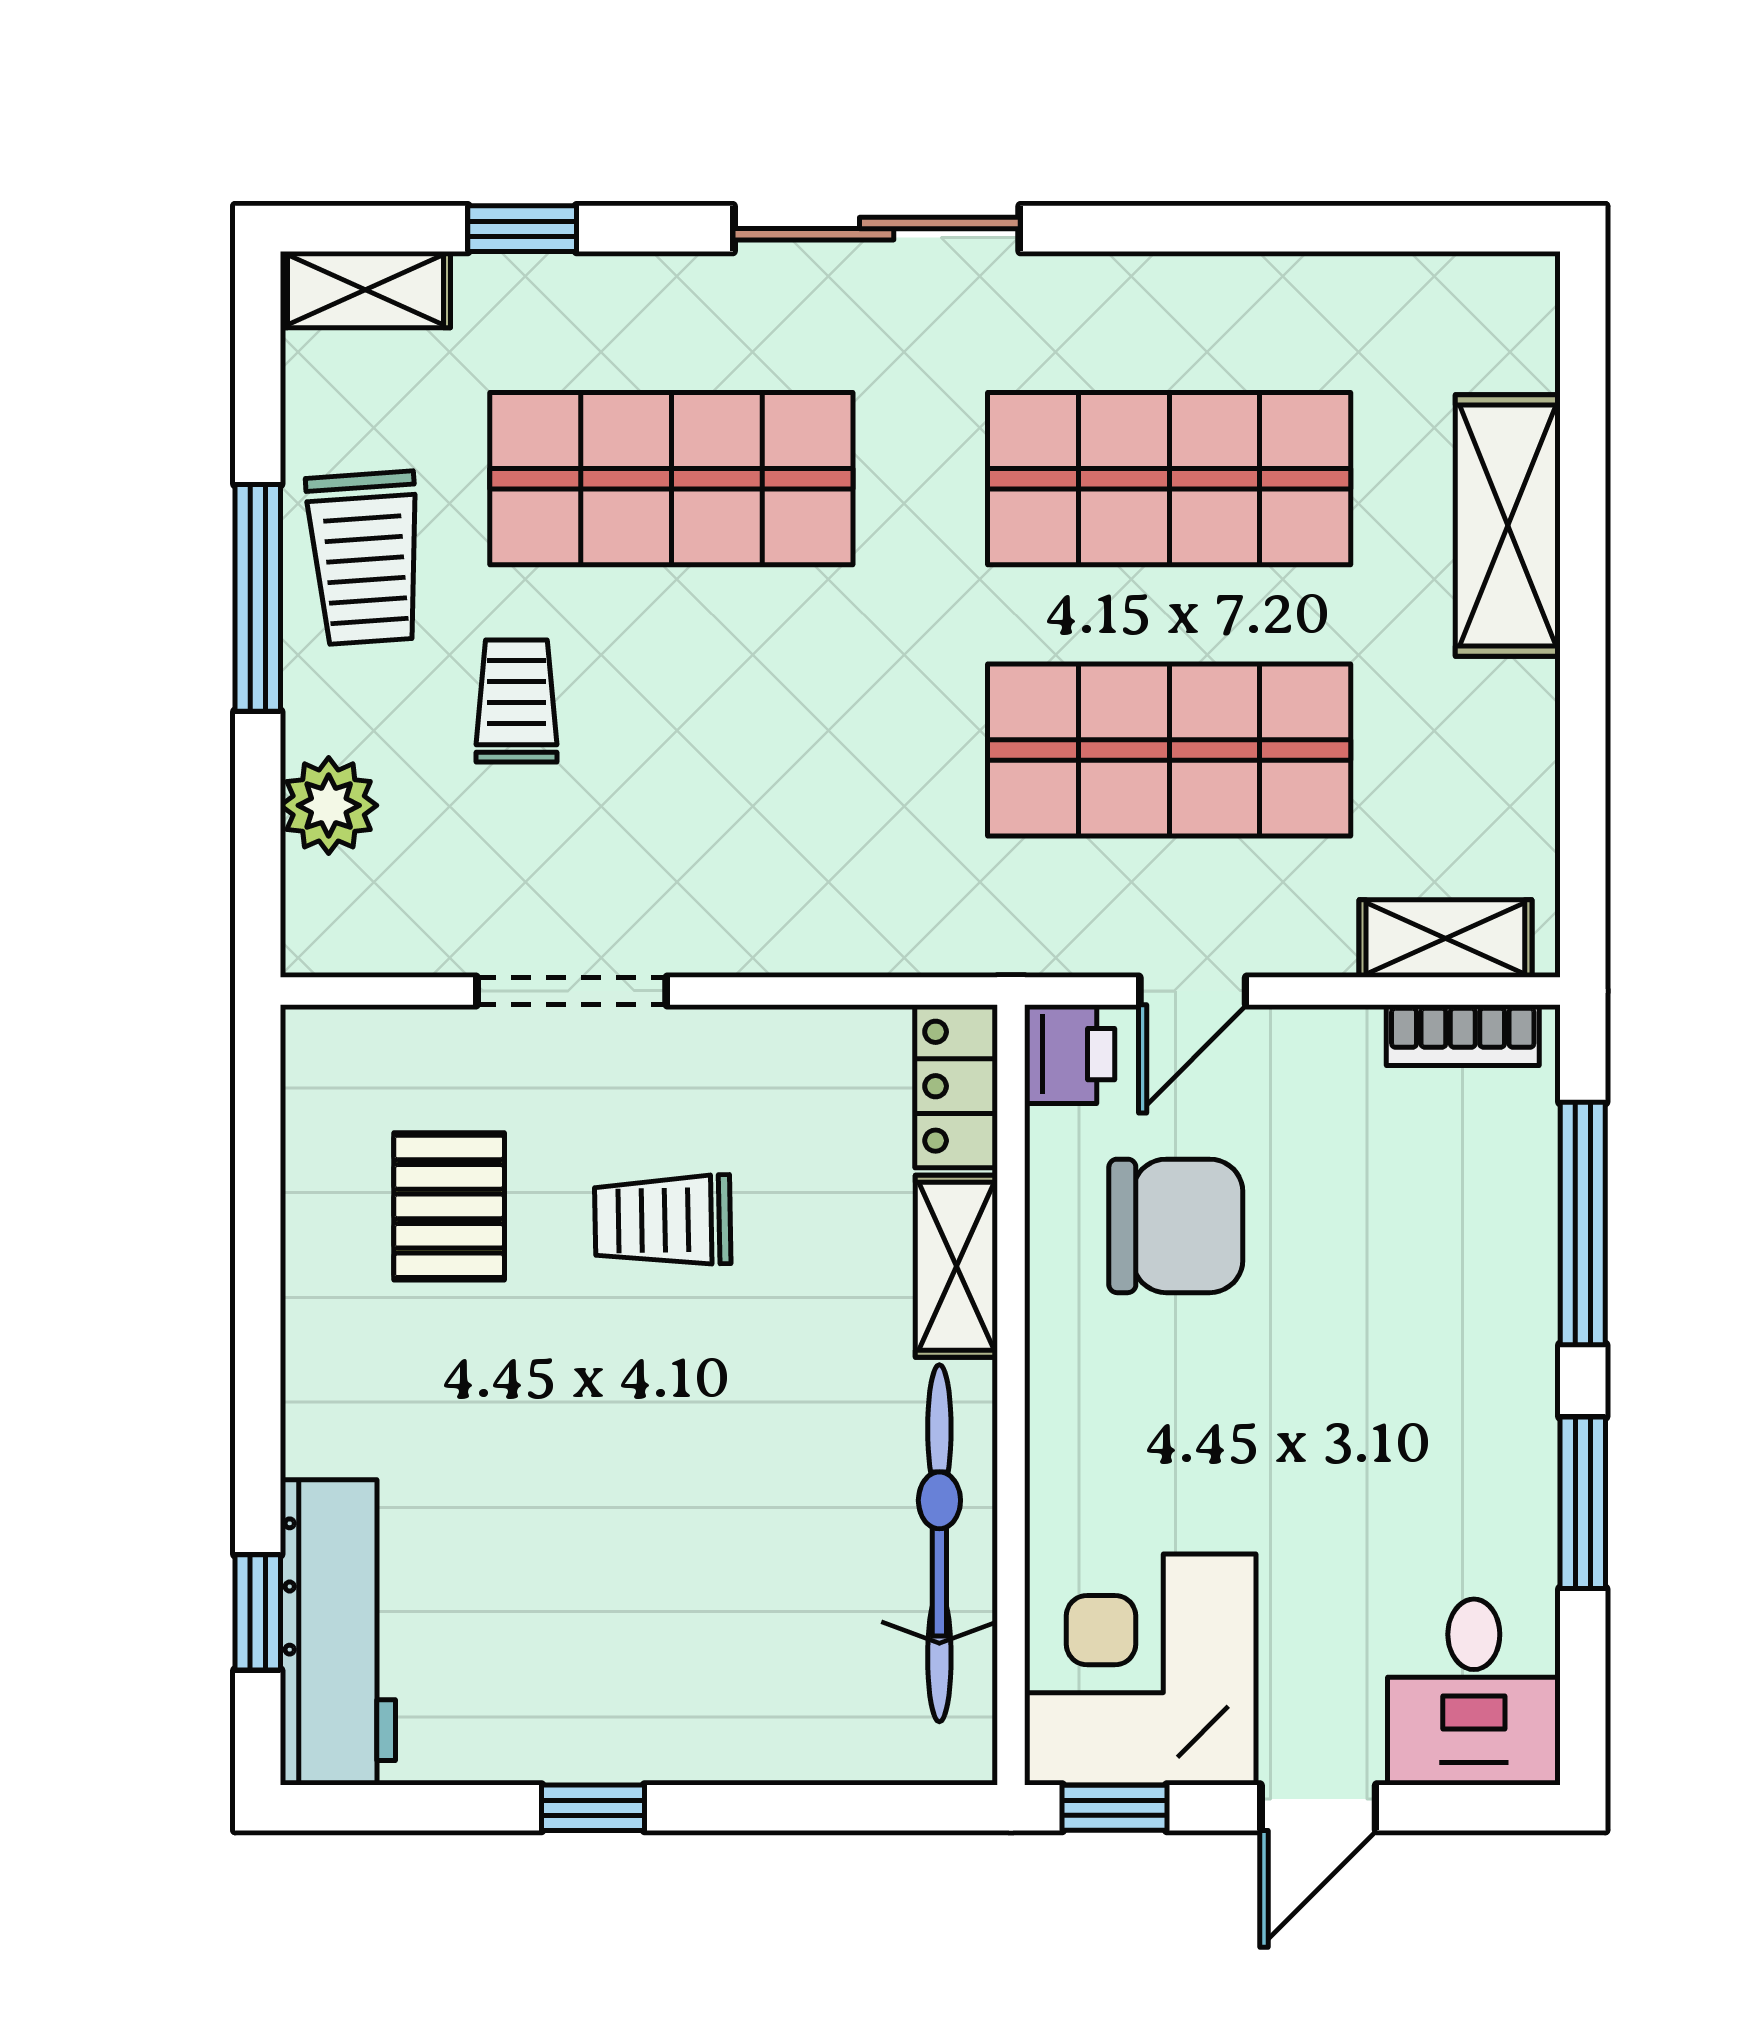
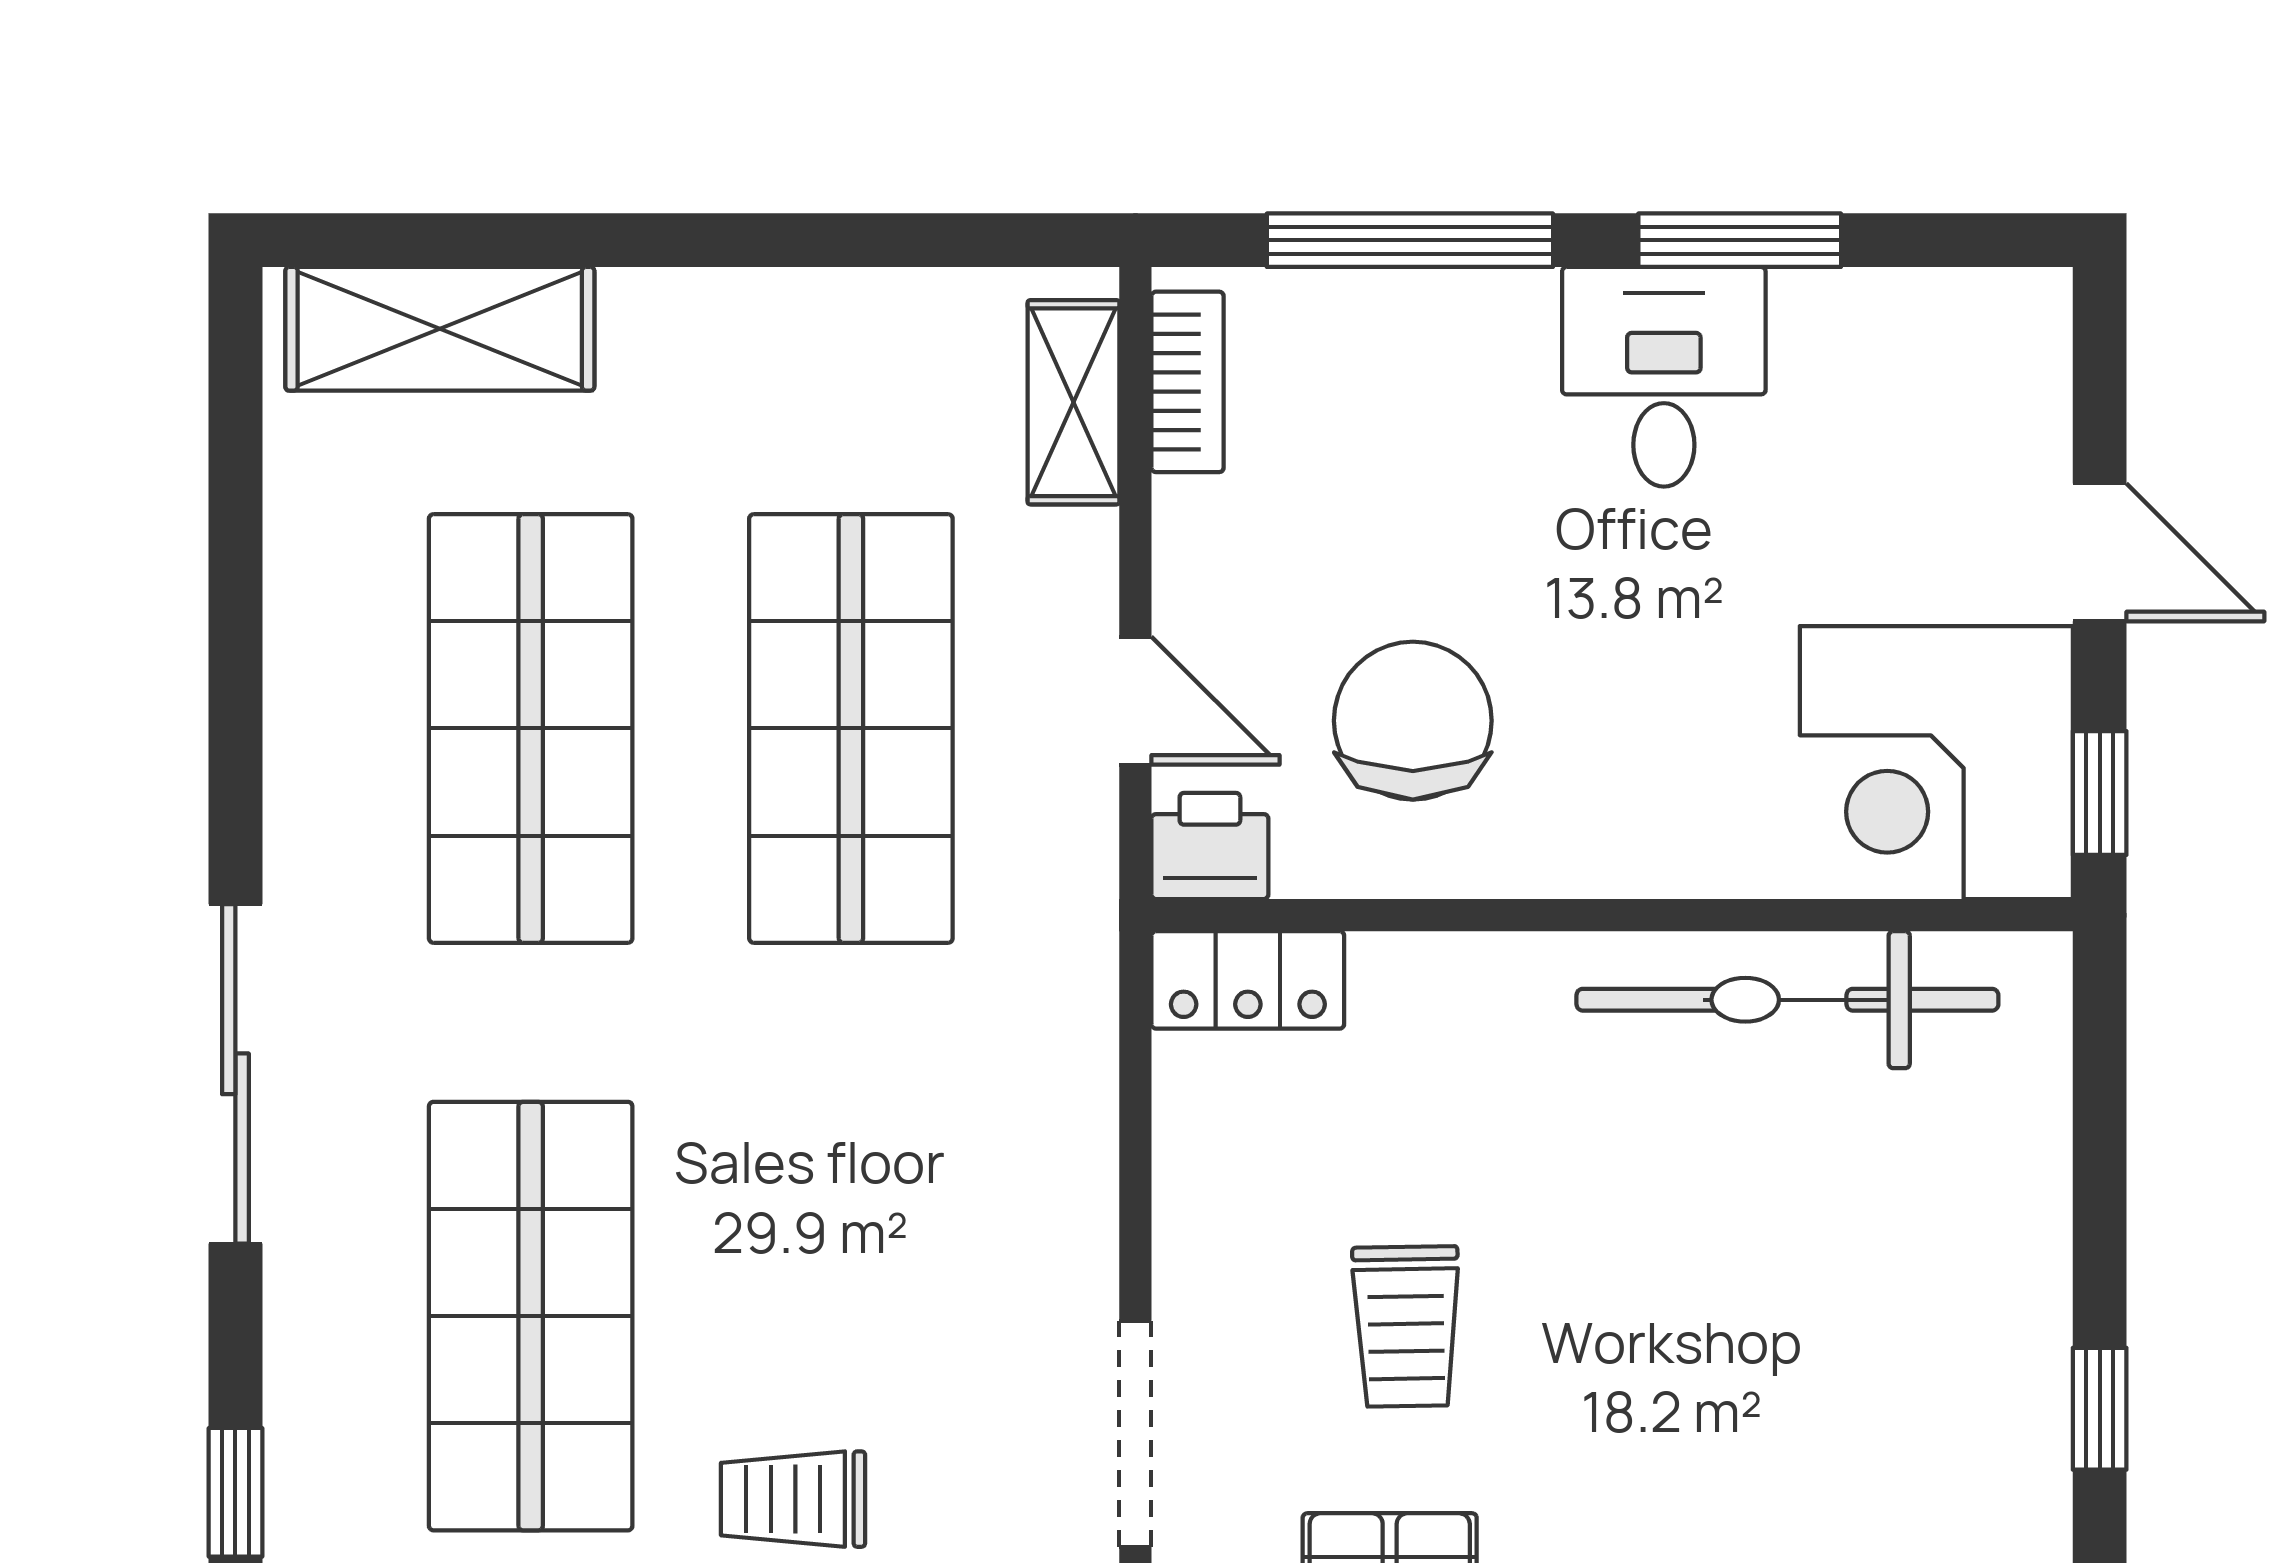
shelving: (1508, 526) -> (440, 329), moved
shelving: (956, 1266) -> (1460, 980), removed
desk: (1474, 1692) -> (1664, 377), moved, turned -90

